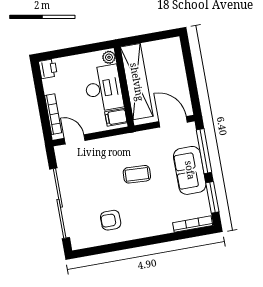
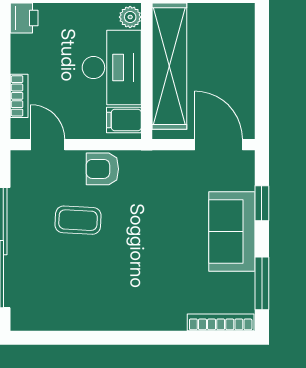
bookcase: (53, 114) -> (19, 96), width x0.64
window: (204, 151) -> (262, 203), width x0.46
coffee table: (137, 174) -> (78, 220), moved
armchair: (111, 220) -> (102, 169), moved

